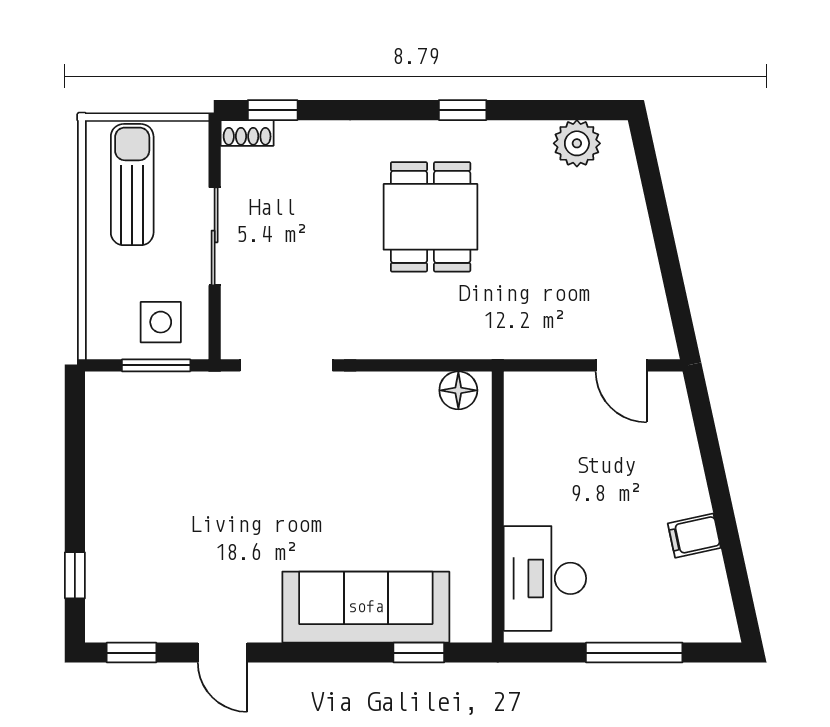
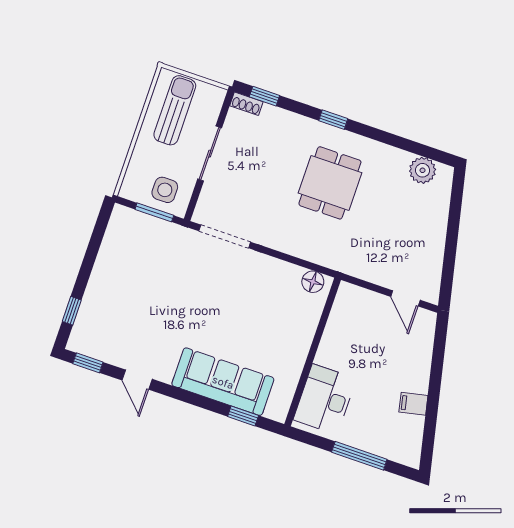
window: (463, 110) -> (333, 120), moved

